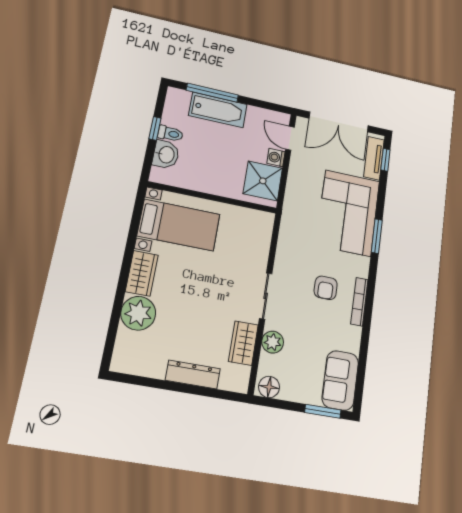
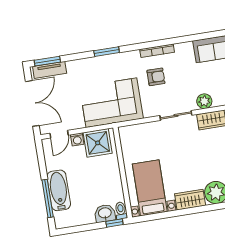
window: (155, 128) -> (114, 223), moved
toilet: (170, 134) -> (121, 211), moved
window: (385, 160) -> (47, 61), width x1.50
corner sofa: (348, 213) -> (111, 103), moved, turned 180

